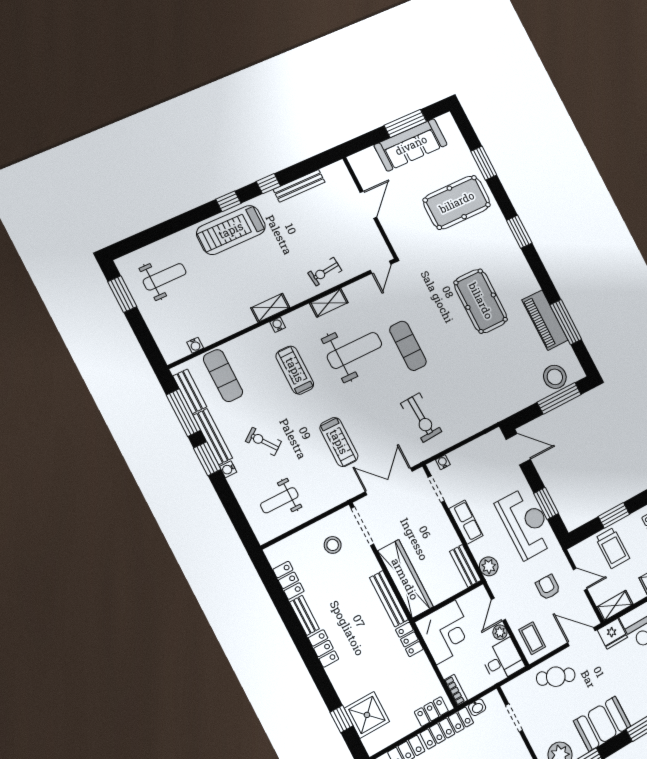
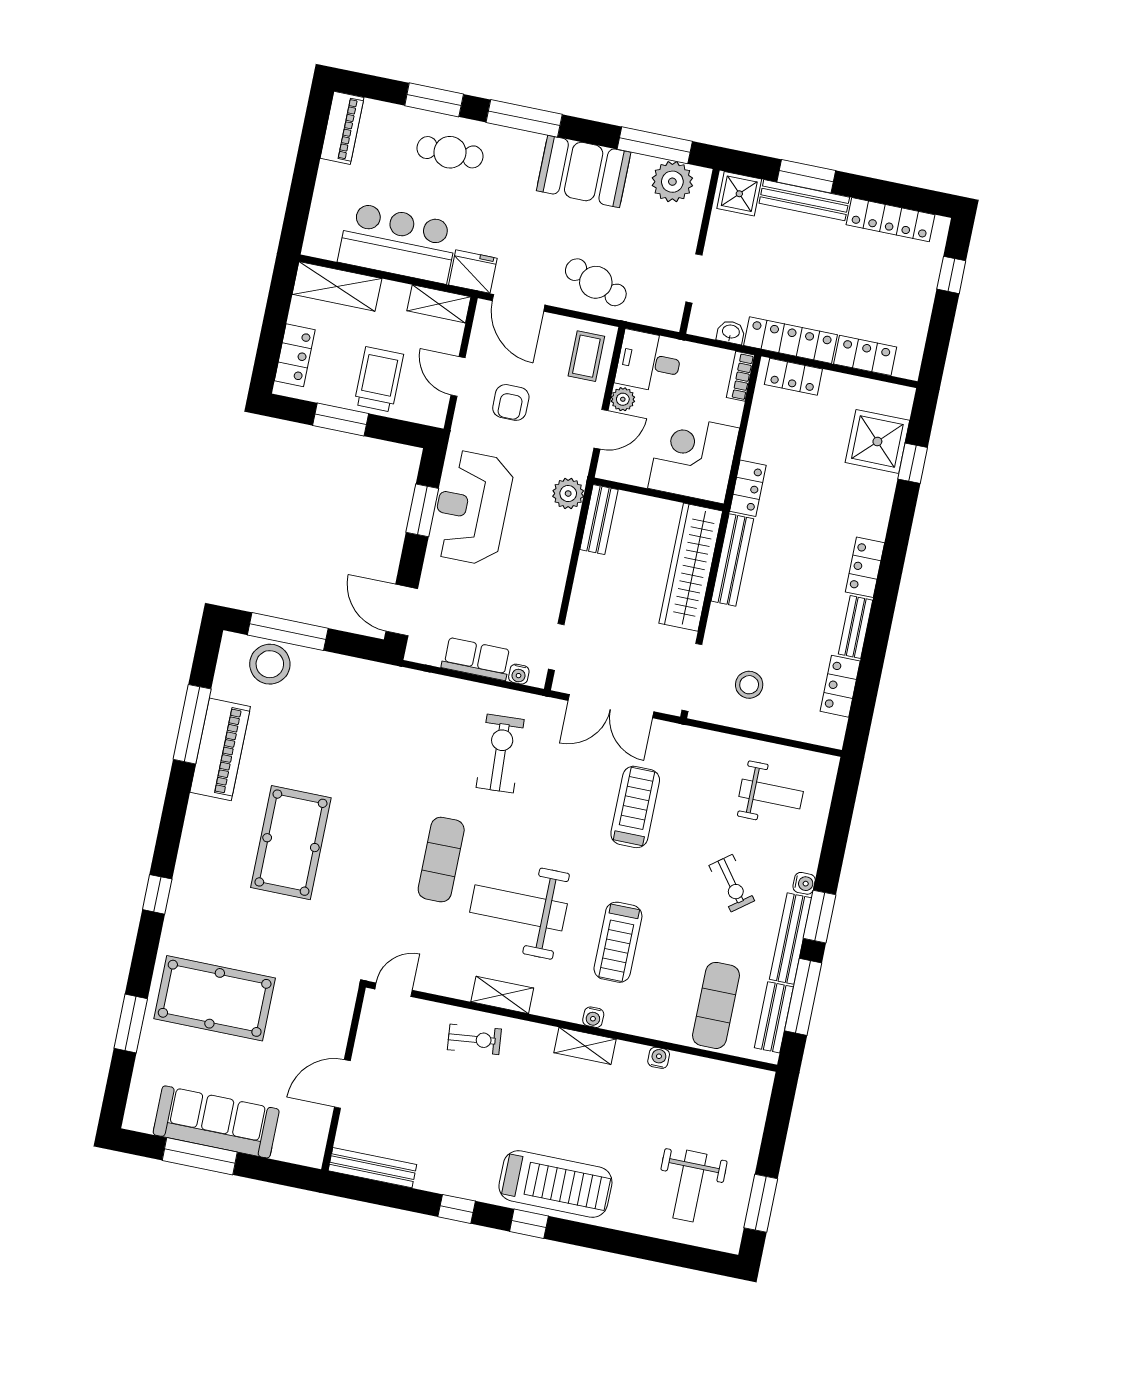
bench: (299, 186) -> (372, 1168), moved
window: (519, 232) -> (157, 894), width x0.67
weight bench: (165, 277) -> (690, 1186), turned -90
water cooler: (195, 345) -> (659, 1058), moved
row of seats: (466, 522) -> (476, 659), moved, turned 90

